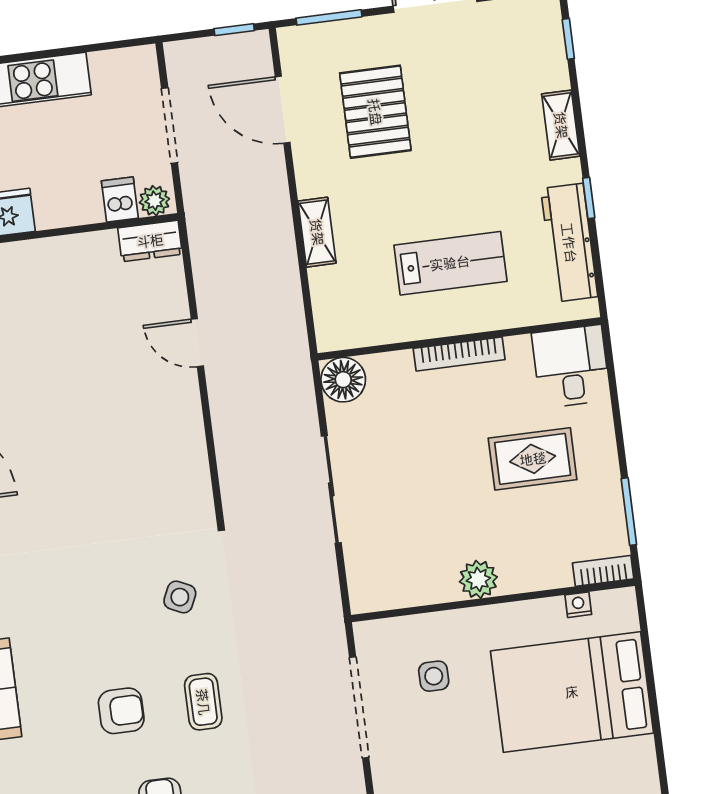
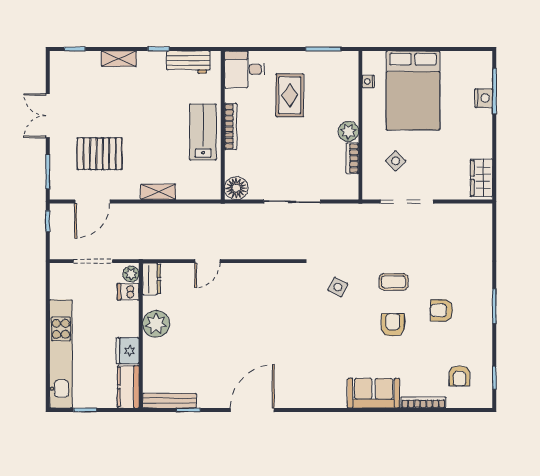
workbench: (569, 243) -> (188, 62), width x0.73
plant: (66, 261) -> (156, 324), added
lab bench: (450, 263) -> (203, 132), moved
bookcase: (603, 571) -> (352, 158), moved
side table: (434, 676) -> (396, 161), turned 45

